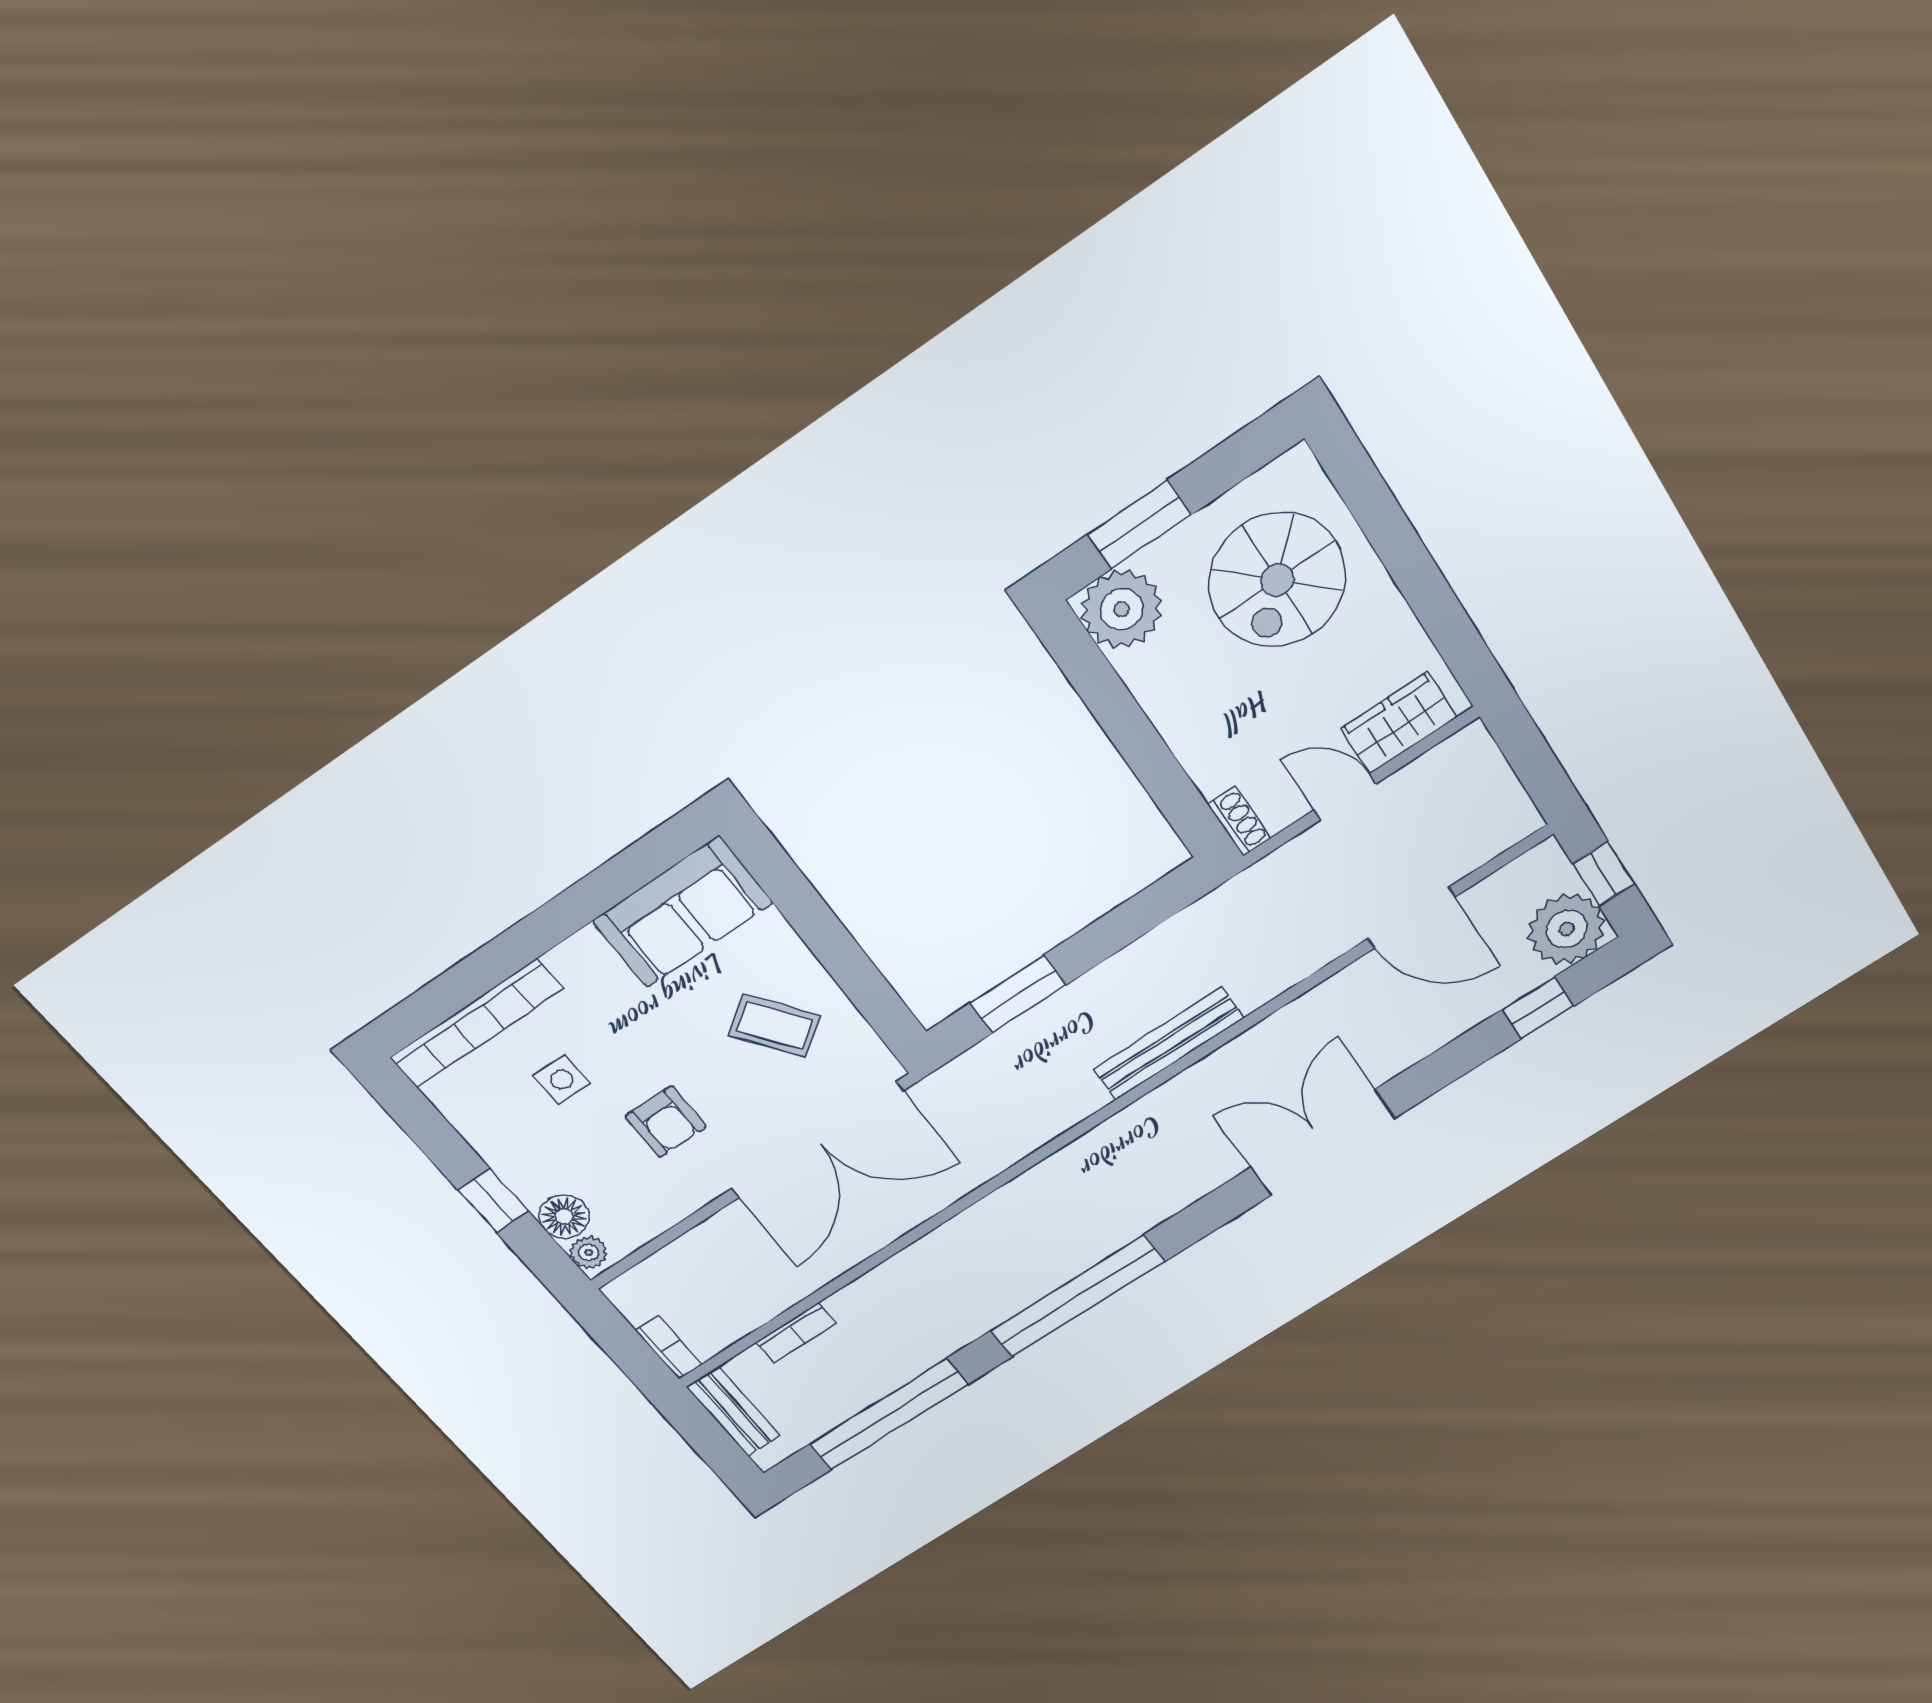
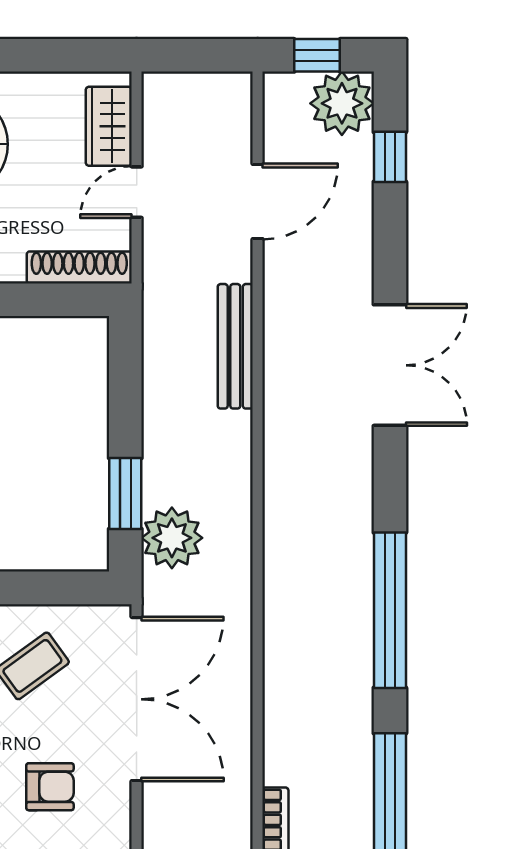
shoe rack: (1239, 821) -> (79, 267), width x1.94, depth x1.24
bench: (1169, 1044) -> (235, 346), moved
plant: (1005, 1065) -> (172, 538), added
double door: (1323, 1143) -> (390, 365), swing flipped

